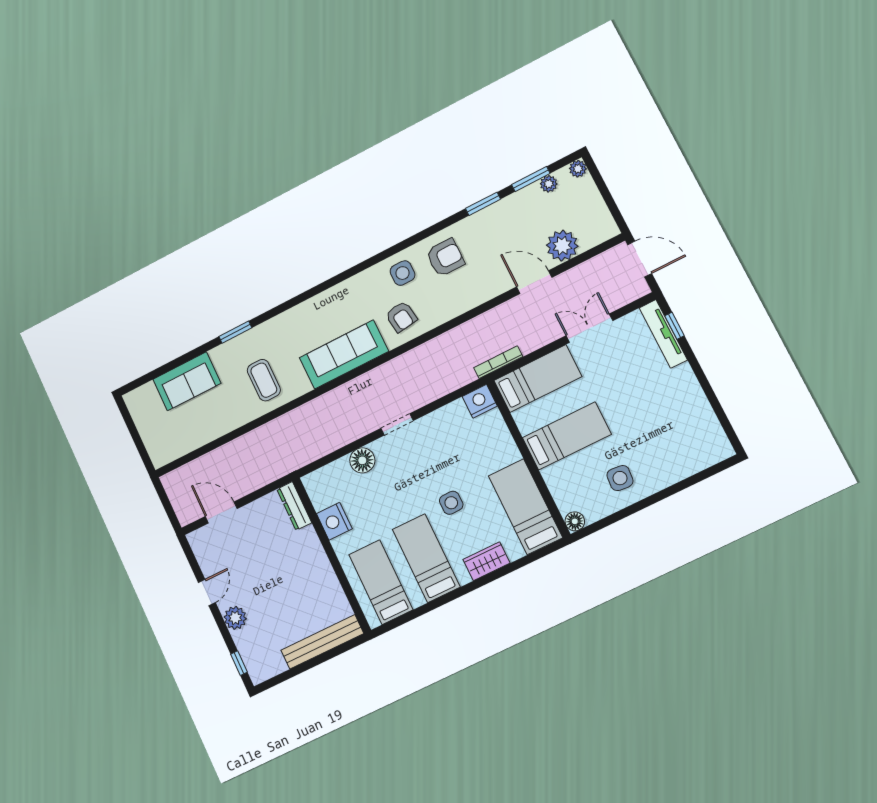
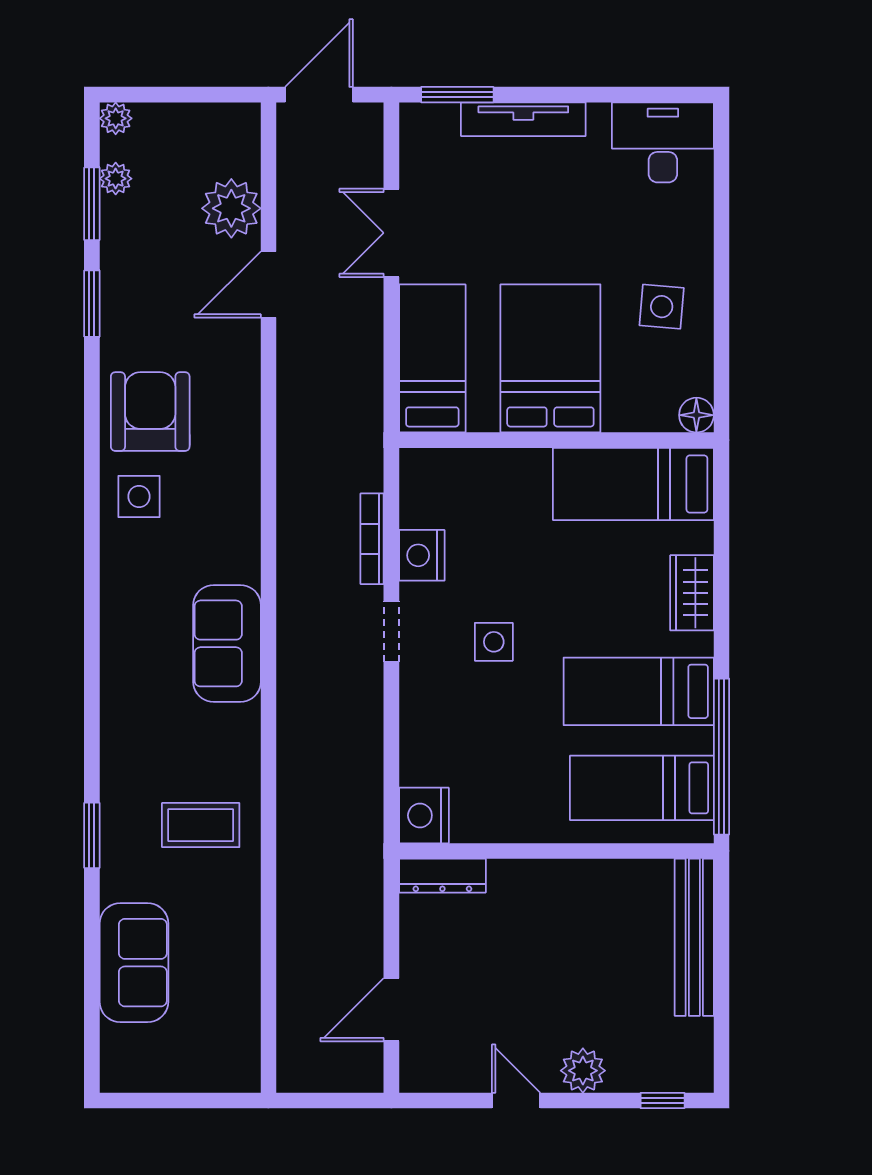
armchair: (445, 258) -> (150, 412), width x1.36, depth x1.36
armchair: (401, 317) -> (212, 535), removed
window: (674, 326) -> (457, 95), width x1.50
tv unit: (663, 334) -> (523, 119), moved
sofa: (344, 355) -> (227, 643), width x0.73
bookcase: (498, 362) -> (372, 539), moved
nightstand: (480, 401) -> (422, 555), moved
bed: (567, 436) -> (550, 358), width x1.50
desk: (703, 439) -> (663, 142), added
floor lamp: (362, 460) -> (423, 720), removed
side table: (451, 503) -> (494, 642), moved
nightstand: (334, 521) -> (424, 815), moved, turned 90
window: (414, 614) -> (722, 757), added

